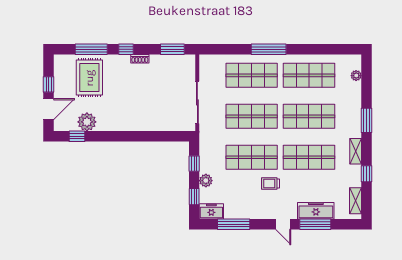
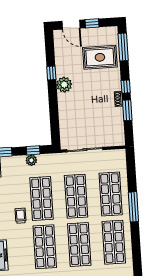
window: (91, 49) -> (123, 47), moved
window: (172, 49) -> (127, 110), moved
plant: (87, 122) -> (64, 85), moved
window: (77, 136) -> (51, 73), moved
plant: (206, 181) -> (31, 160), moved

